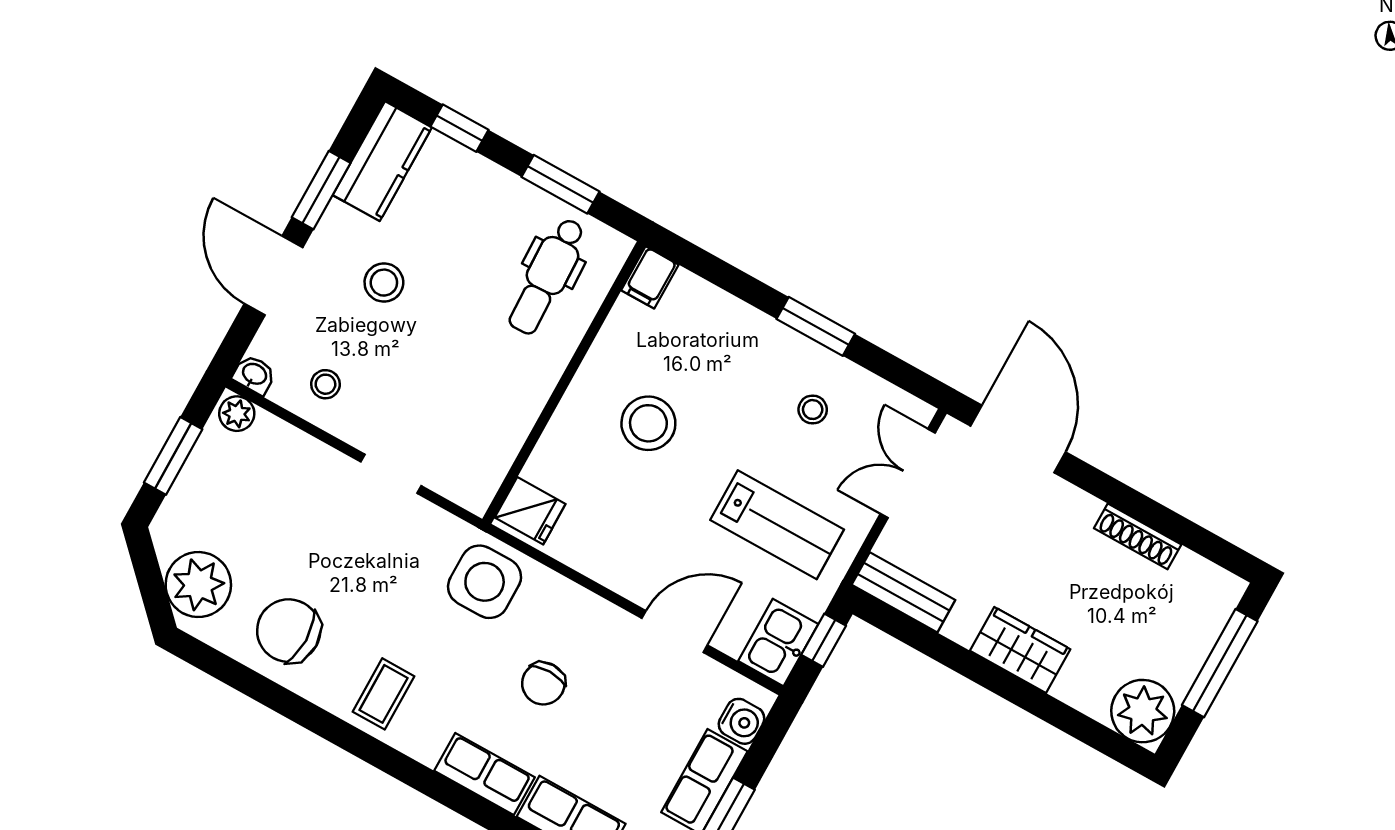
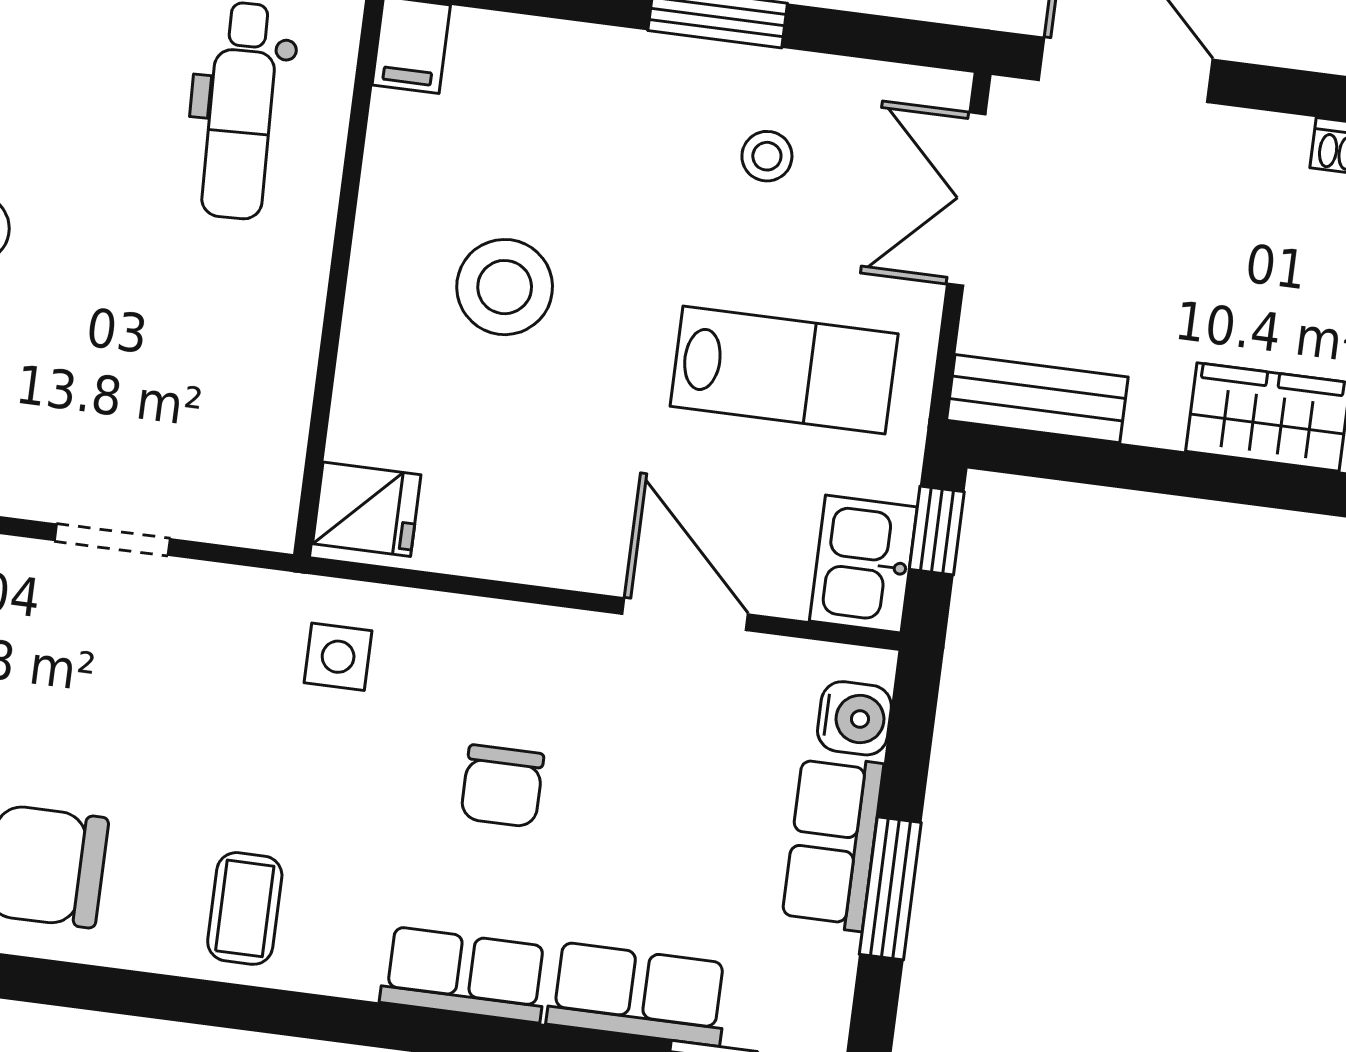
side table: (485, 582) -> (338, 657), width x0.54, depth x0.54
door: (675, 632) -> (685, 614), hinge flipped

